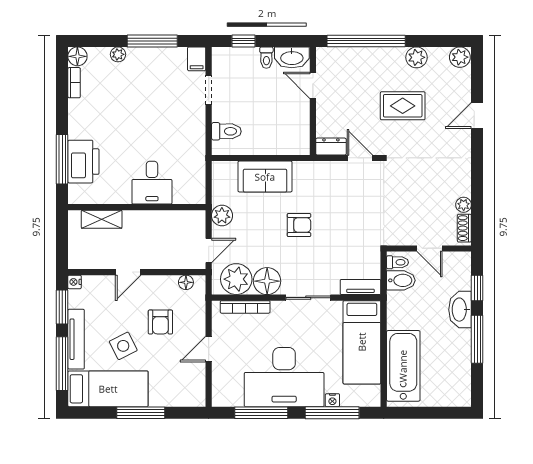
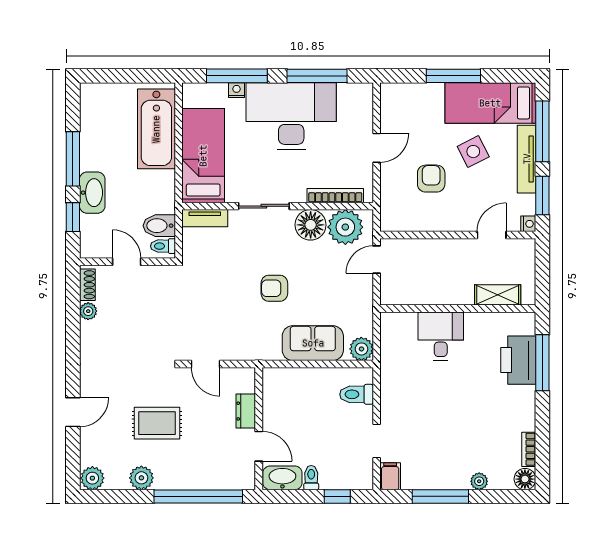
dresser: (331, 147) -> (246, 411), moved, turned 90
plant: (222, 216) -> (361, 349), moved
door: (128, 272) -> (492, 235), moved
floor lamp: (186, 282) -> (402, 223), removed

